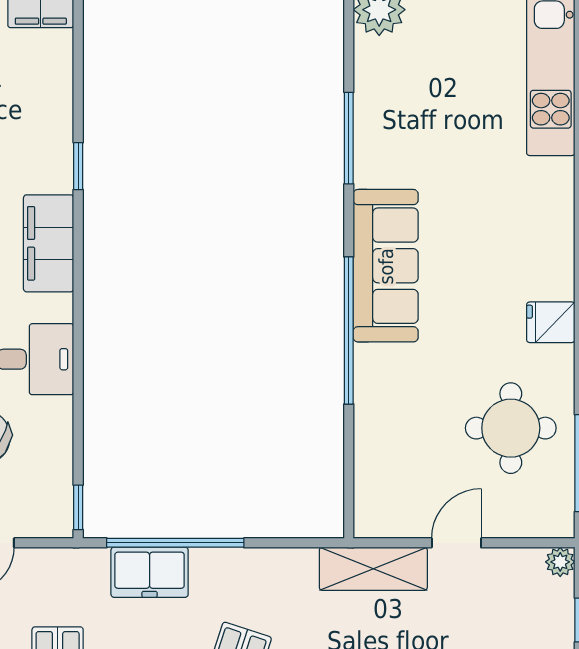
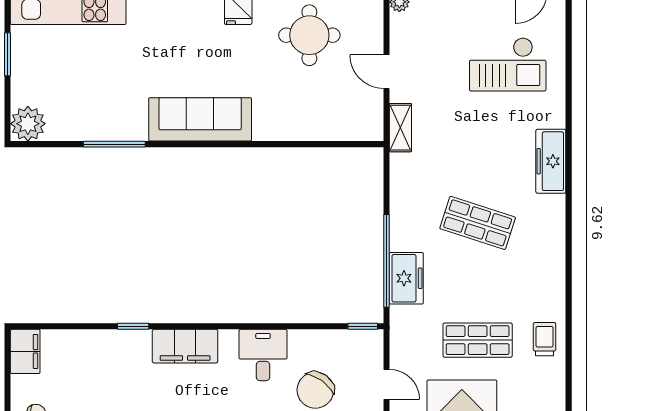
window: (349, 330) -> (244, 144), removed
shelving: (373, 569) -> (400, 128), width x0.67, depth x0.75

